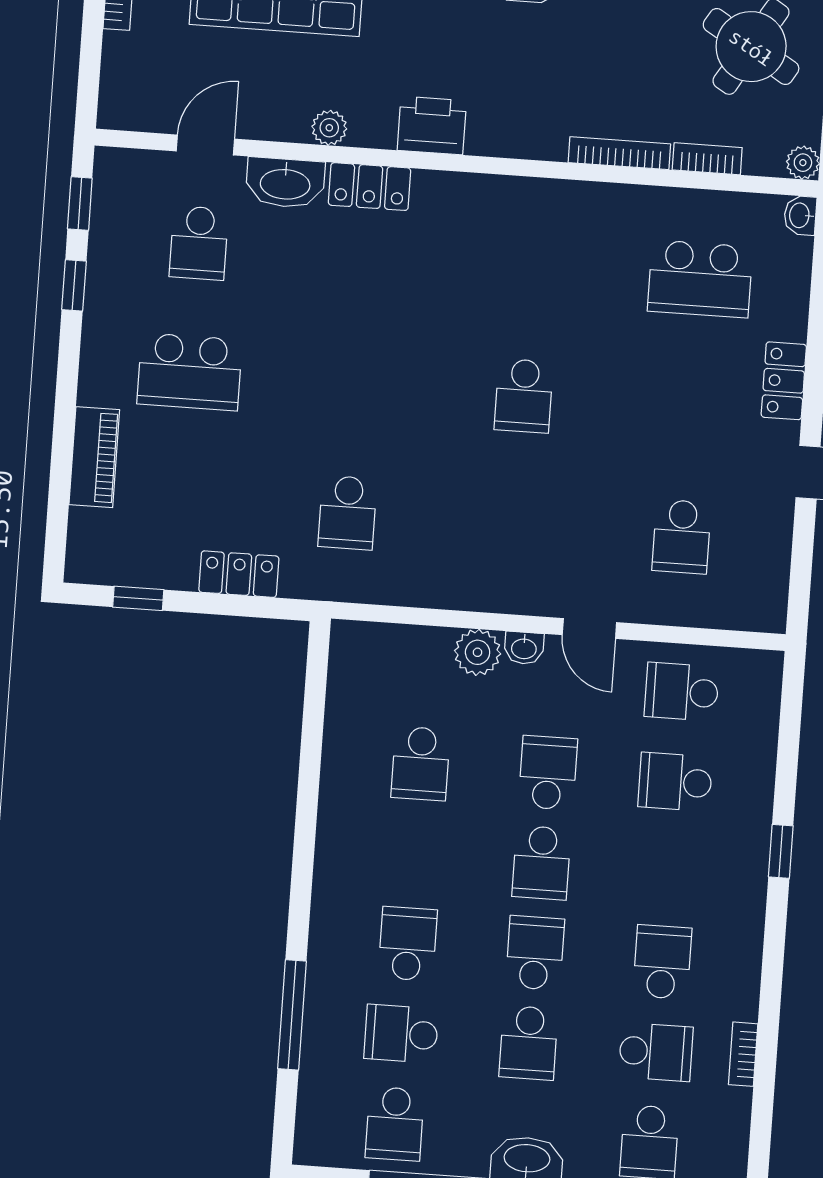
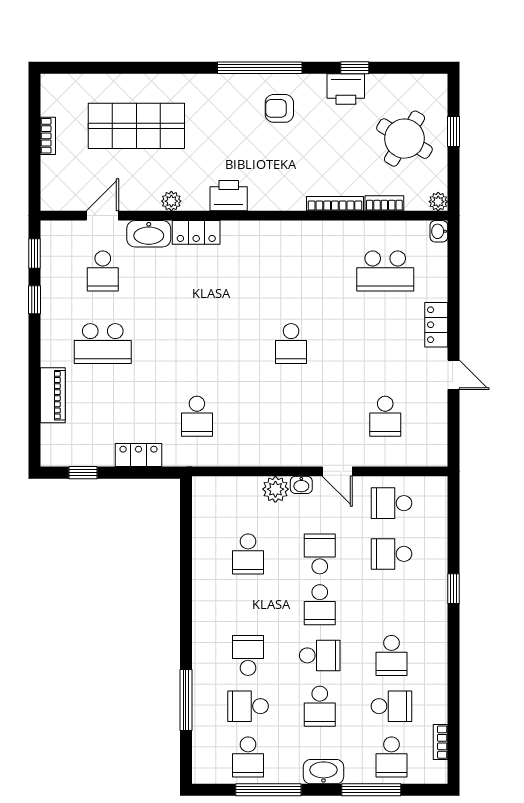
school desk: (535, 953) -> (320, 655), turned 90
school desk: (662, 962) -> (391, 655), turned 180
bookcase: (743, 1054) -> (441, 742), moved

